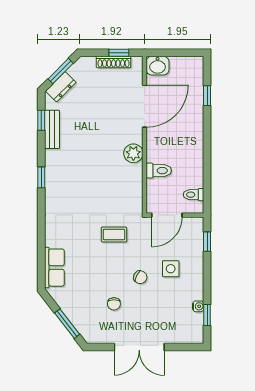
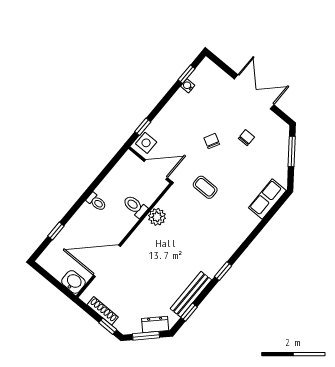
window: (119, 53) -> (108, 326), moved
bench: (52, 129) -> (191, 294), width x1.36
plant: (133, 153) -> (157, 217), moved
toilet: (194, 195) -> (96, 202), moved
side table: (171, 269) -> (146, 143), moved

